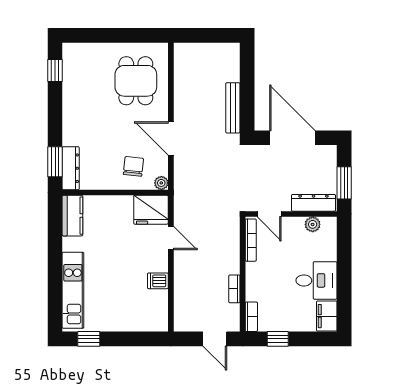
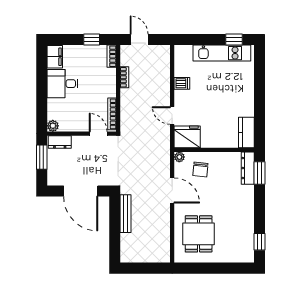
dresser: (313, 203) -> (60, 142), width x0.70
plant: (313, 224) -> (53, 126), moved
kitchen unit: (73, 290) -> (222, 53), moved, turned -90

